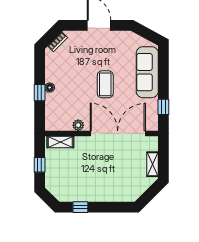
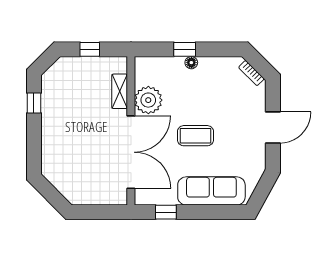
plant: (78, 125) -> (148, 100), width x1.87, depth x1.87
shelving: (60, 142) -> (120, 91), moved
shelving: (153, 164) -> (90, 198), removed

